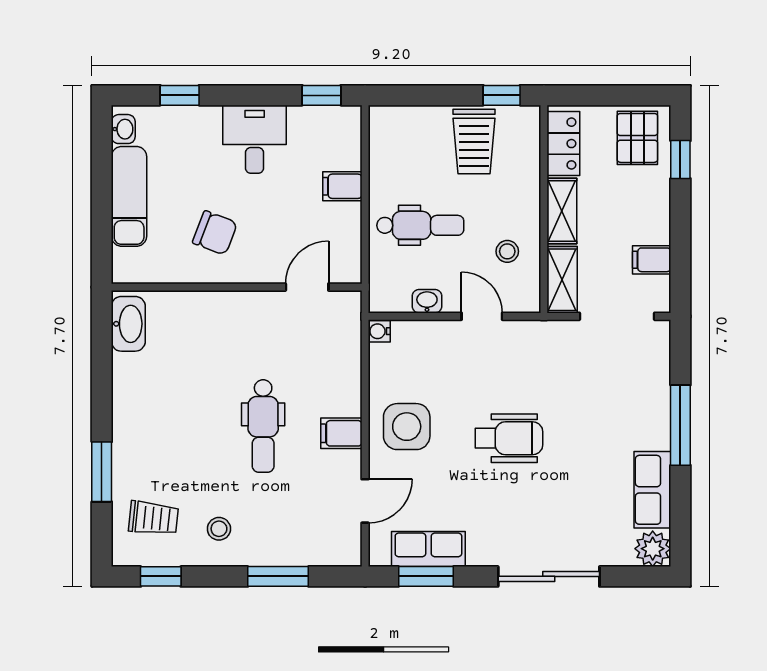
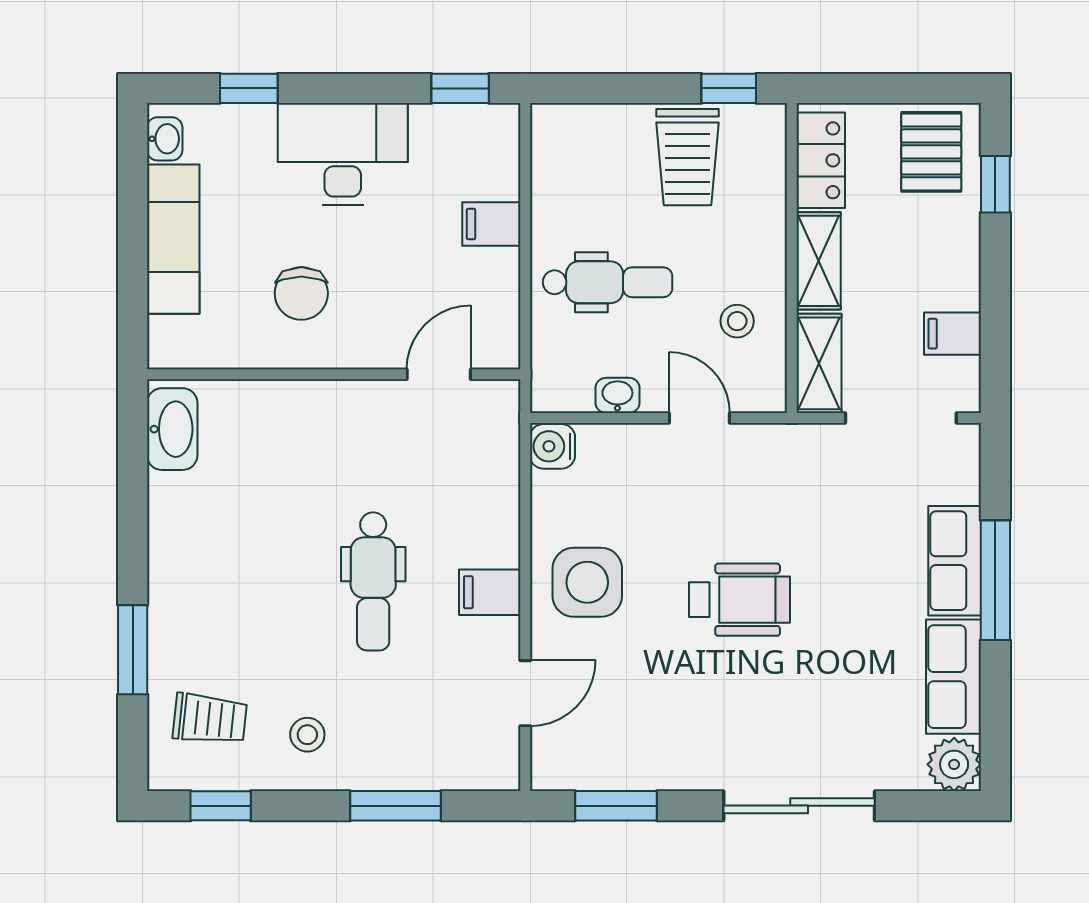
desk: (255, 139) -> (343, 154), width x1.37
chair: (215, 233) -> (301, 293), turned 69
water cooler: (379, 331) -> (552, 446), width x1.38, depth x1.38
row of seats: (428, 549) -> (955, 561), moved, turned -90

